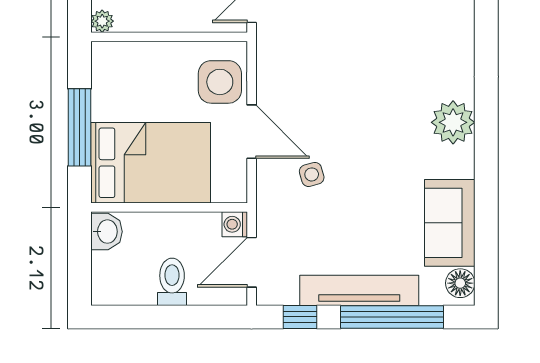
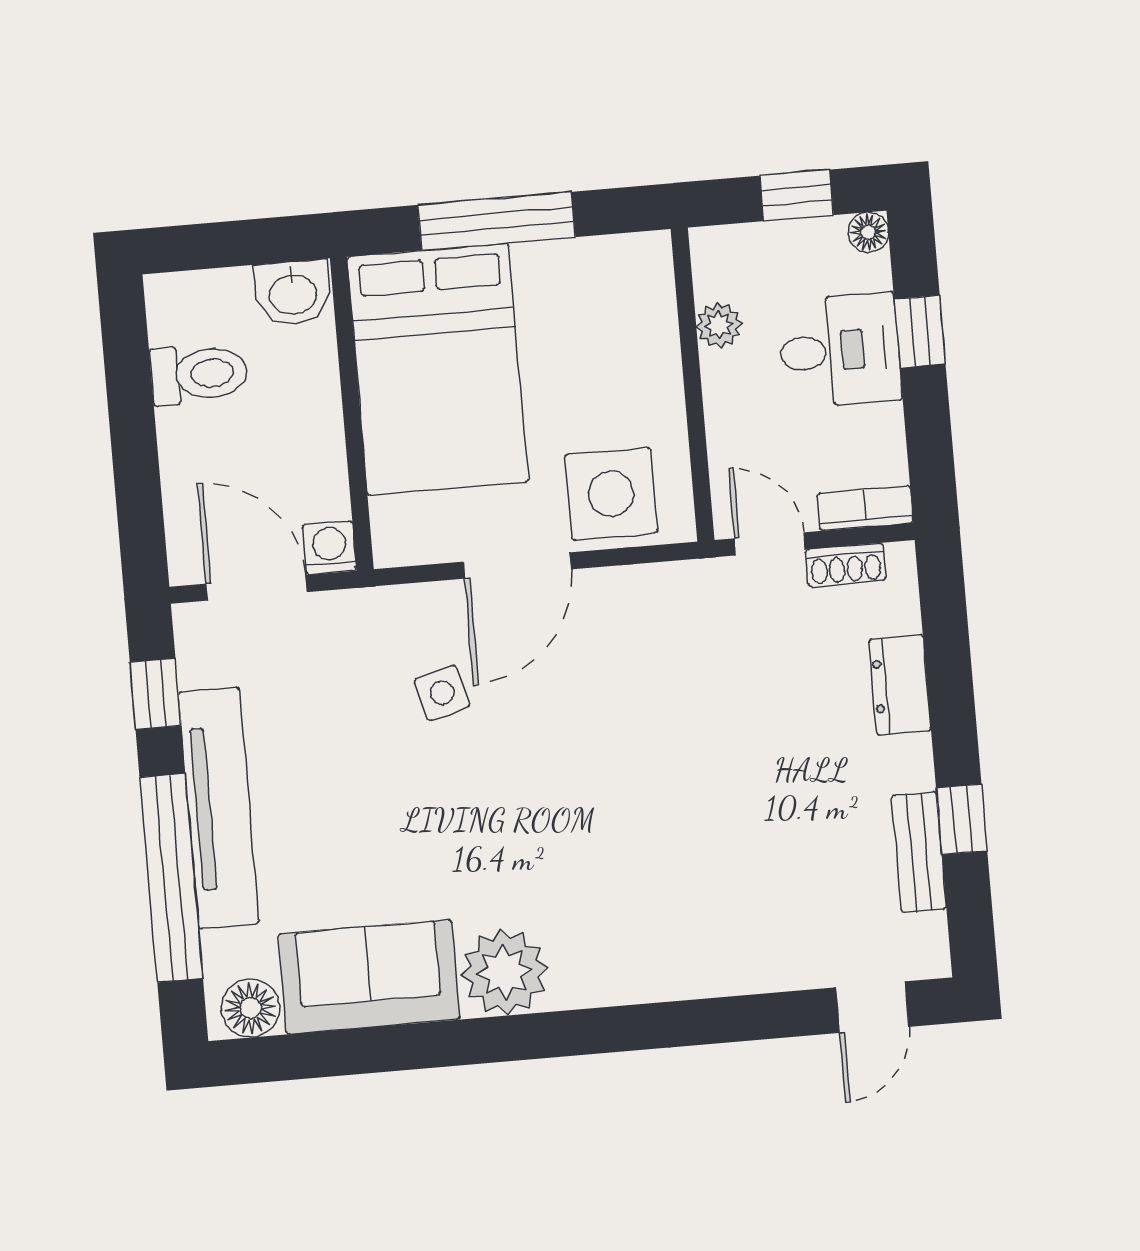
plant: (102, 21) -> (719, 325), moved
plant: (453, 122) -> (504, 972), moved
toilet: (172, 282) -> (199, 374), moved

